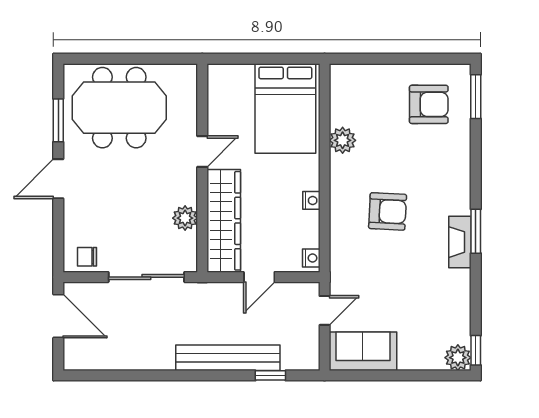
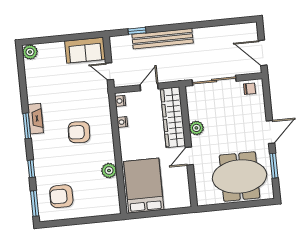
nightstand: (311, 200) -> (122, 122), moved
plant: (185, 218) -> (196, 128), moved
door: (325, 310) -> (110, 71), hinge flipped
window: (476, 350) -> (31, 169), moved

